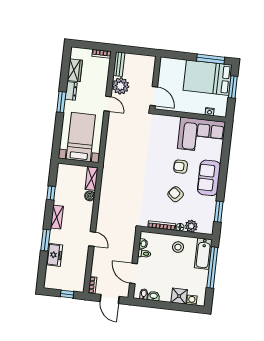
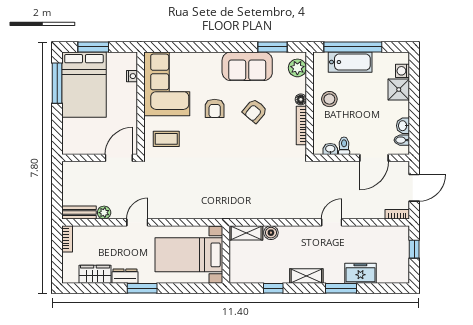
plant: (120, 86) -> (104, 213), width x0.53, depth x0.53
coffee table: (163, 131) -> (166, 139), added
sofa: (209, 178) -> (247, 66), moved
plant: (191, 226) -> (297, 68), moved
bathtub: (203, 254) -> (350, 62), moved

